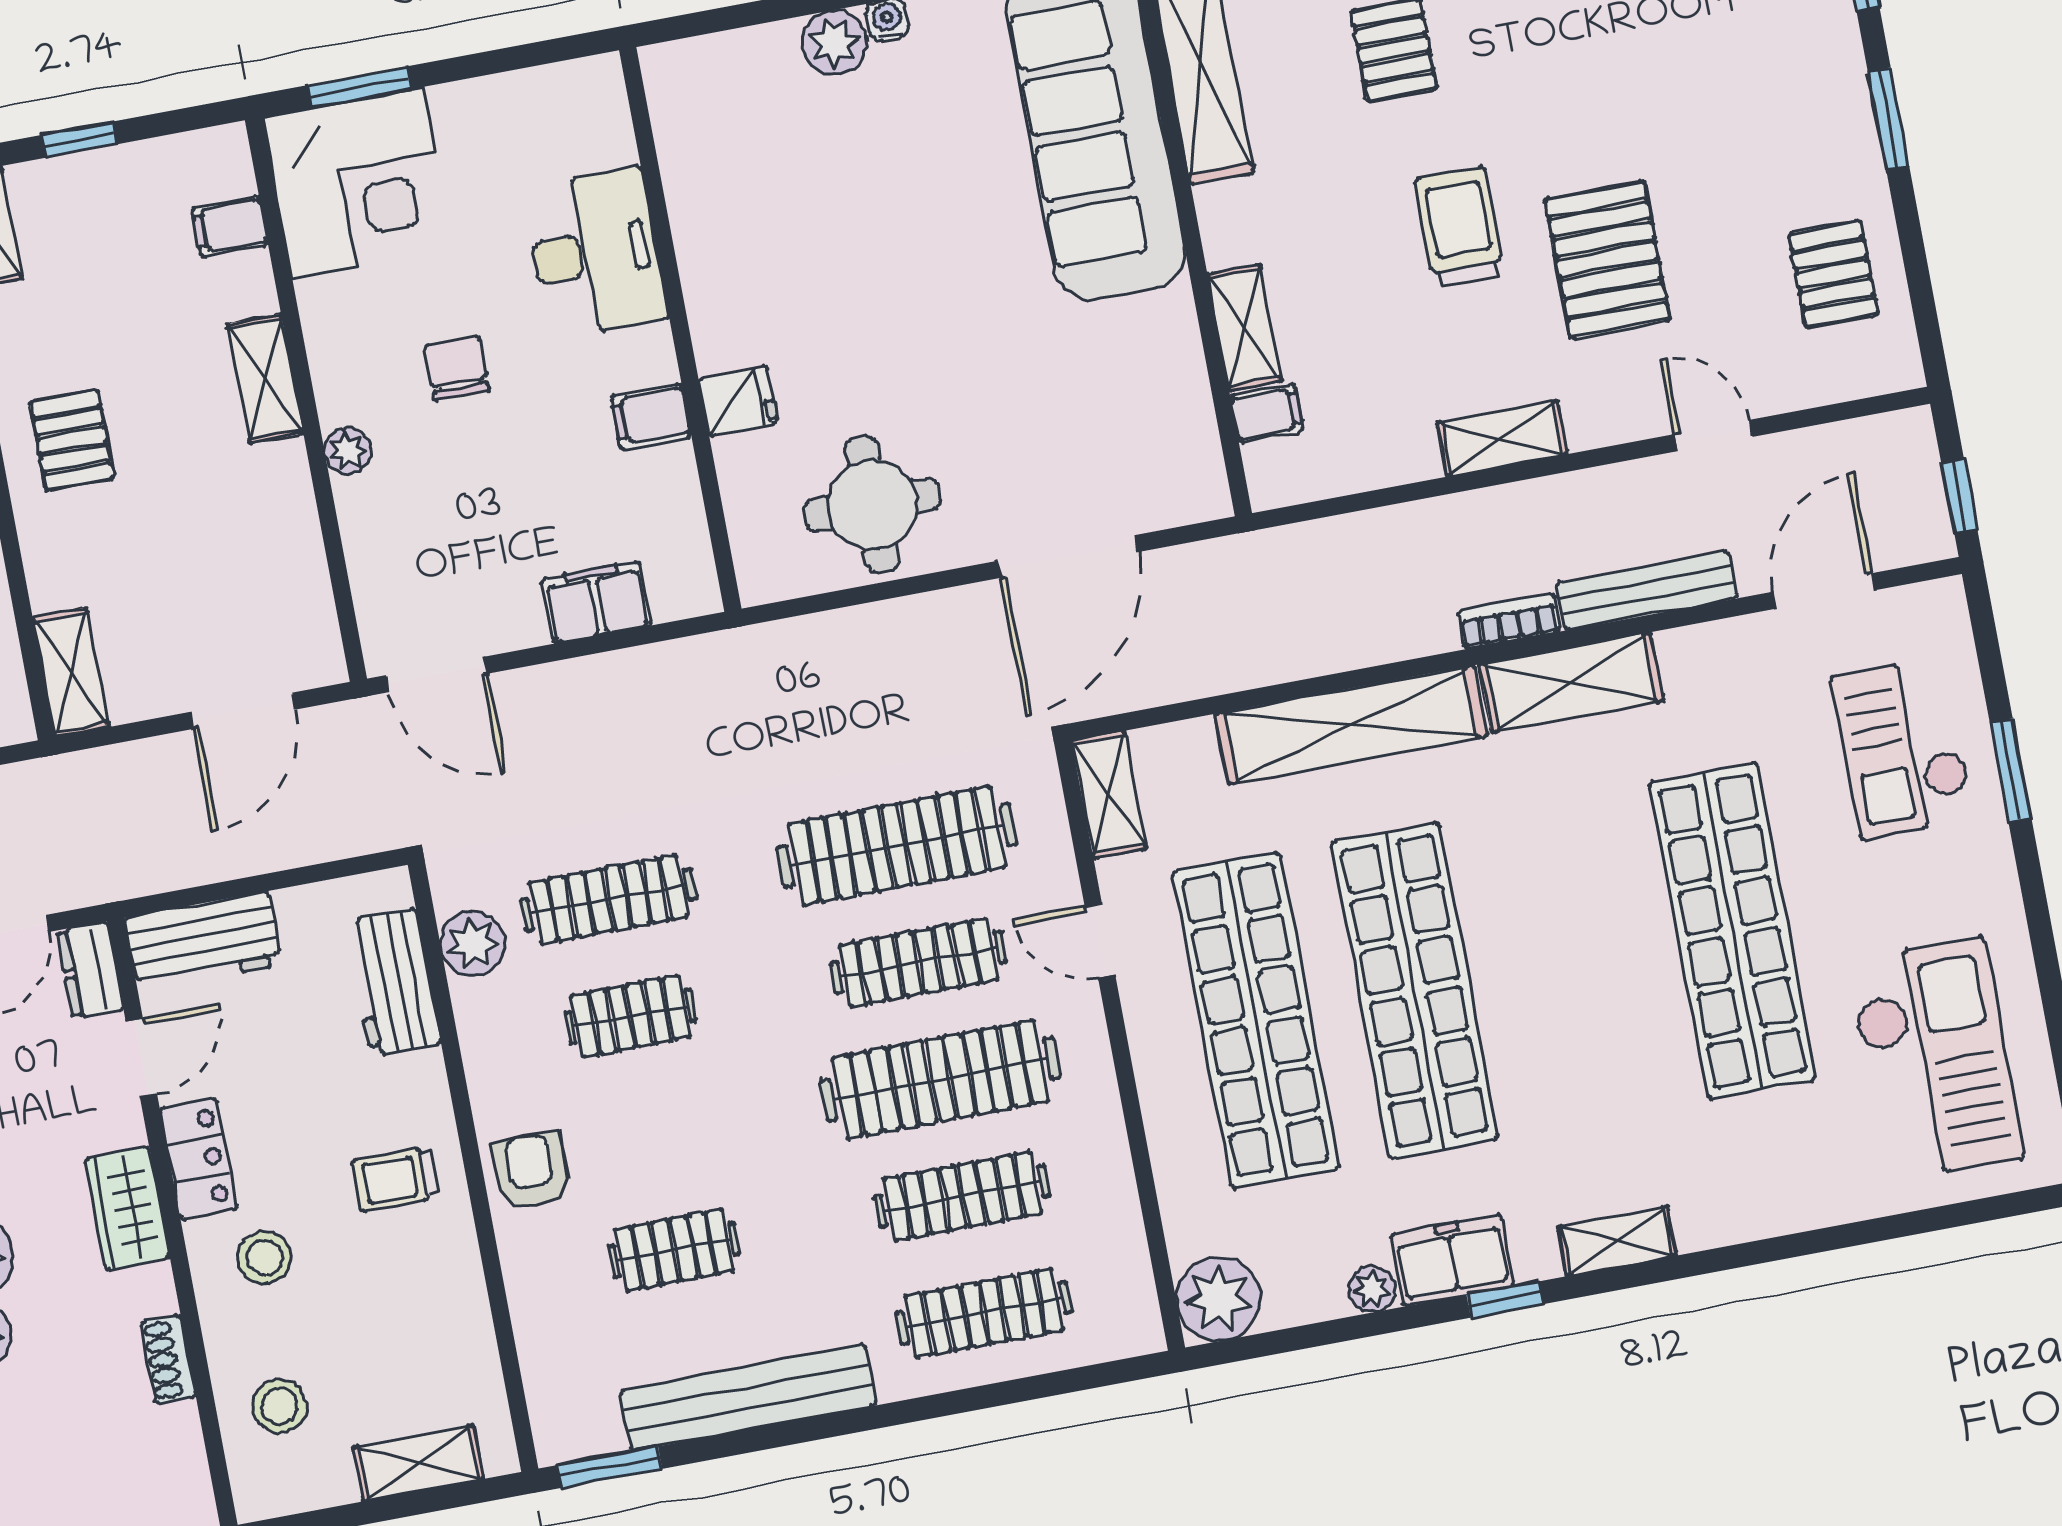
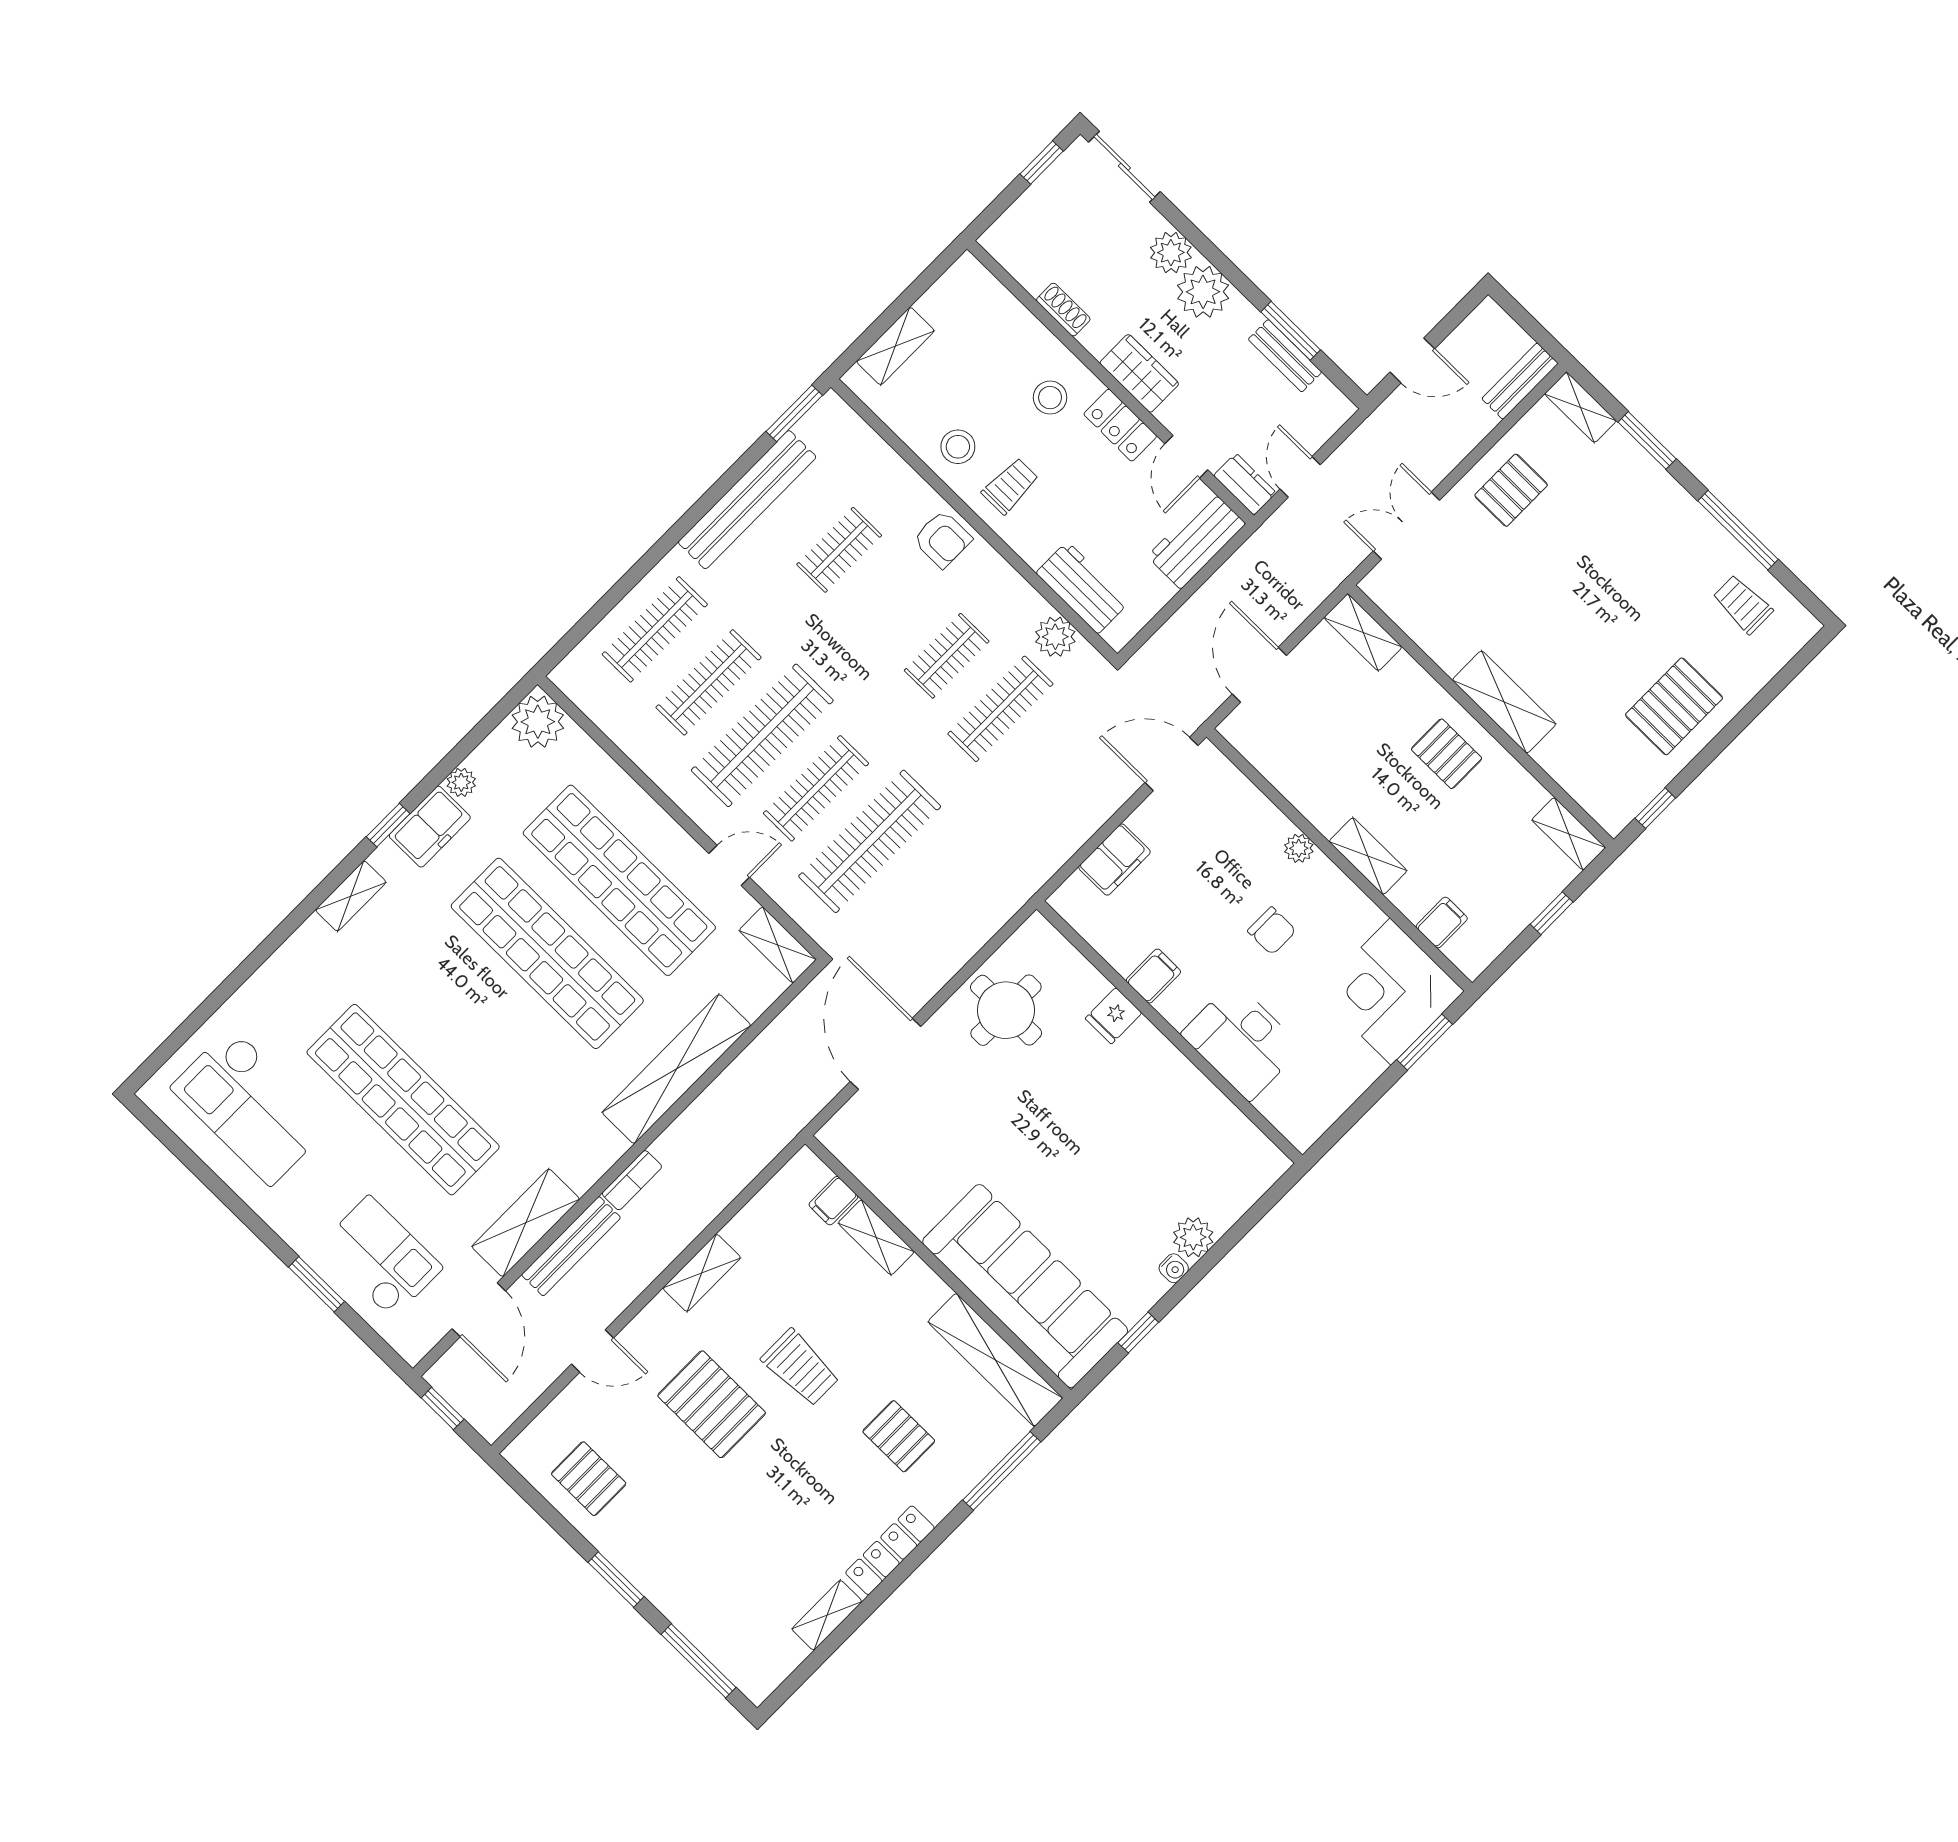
shelving: (1571, 683) -> (526, 1223), moved
stool: (279, 1406) -> (958, 447), moved

